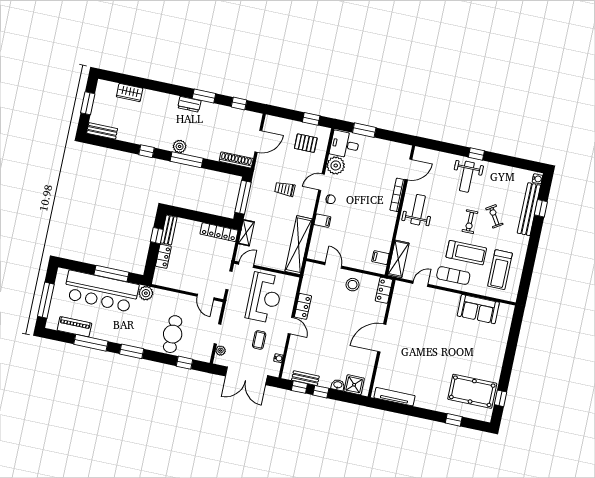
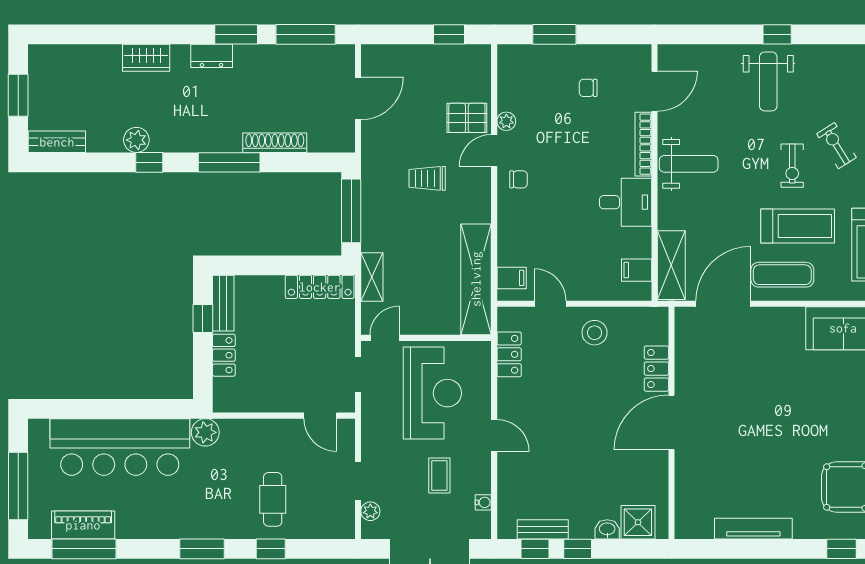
wardrobe: (130, 93) -> (146, 58), moved
window: (239, 104) -> (306, 34), width x2.17
pallet: (306, 143) -> (467, 118), moved
desk: (345, 145) -> (626, 202), moved, turned 180
plant: (180, 146) -> (136, 140), moved
shoe rack: (236, 160) -> (275, 143), moved
chair: (375, 161) -> (588, 88), added
plant: (336, 165) -> (506, 121), width x0.53, depth x0.53
weight bench: (418, 210) -> (689, 164), turned 90
filing cabinet: (322, 221) -> (512, 278), moved
window: (111, 273) -> (132, 409), removed
door: (420, 284) -> (723, 304), width x1.87
locker: (384, 290) -> (656, 369), moved
locker: (303, 306) -> (509, 354), moved
cafe table: (173, 334) -> (273, 499), width x0.73, depth x0.74
window: (91, 343) -> (84, 549), moved
window: (185, 363) -> (271, 549), moved
tv unit: (394, 397) -> (753, 529), moved

